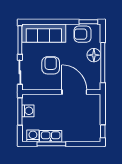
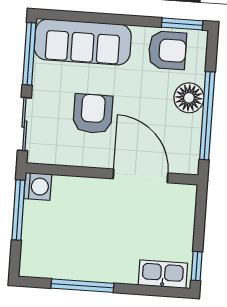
armchair: (83, 34) -> (167, 50), turned 180
washing machine: (28, 111) -> (38, 186), moved
washing machine: (33, 136) -> (43, 265), removed
kitchen sink: (51, 136) -> (163, 274), moved

